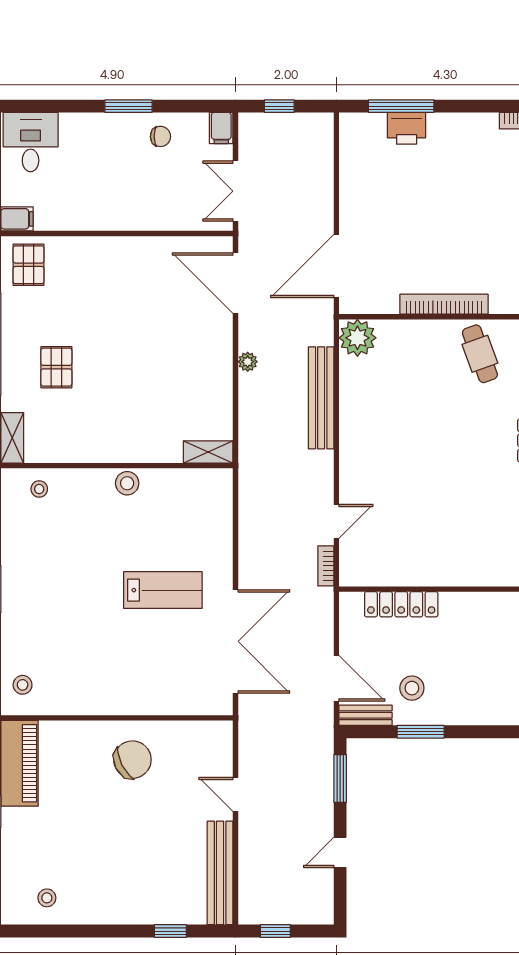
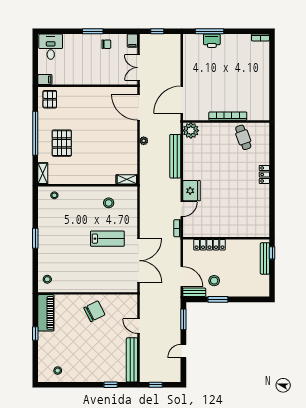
pallet: (56, 367) -> (62, 143), width x1.50, depth x1.42
fridge: (359, 478) -> (192, 191), added
stool: (127, 483) -> (109, 203), moved

